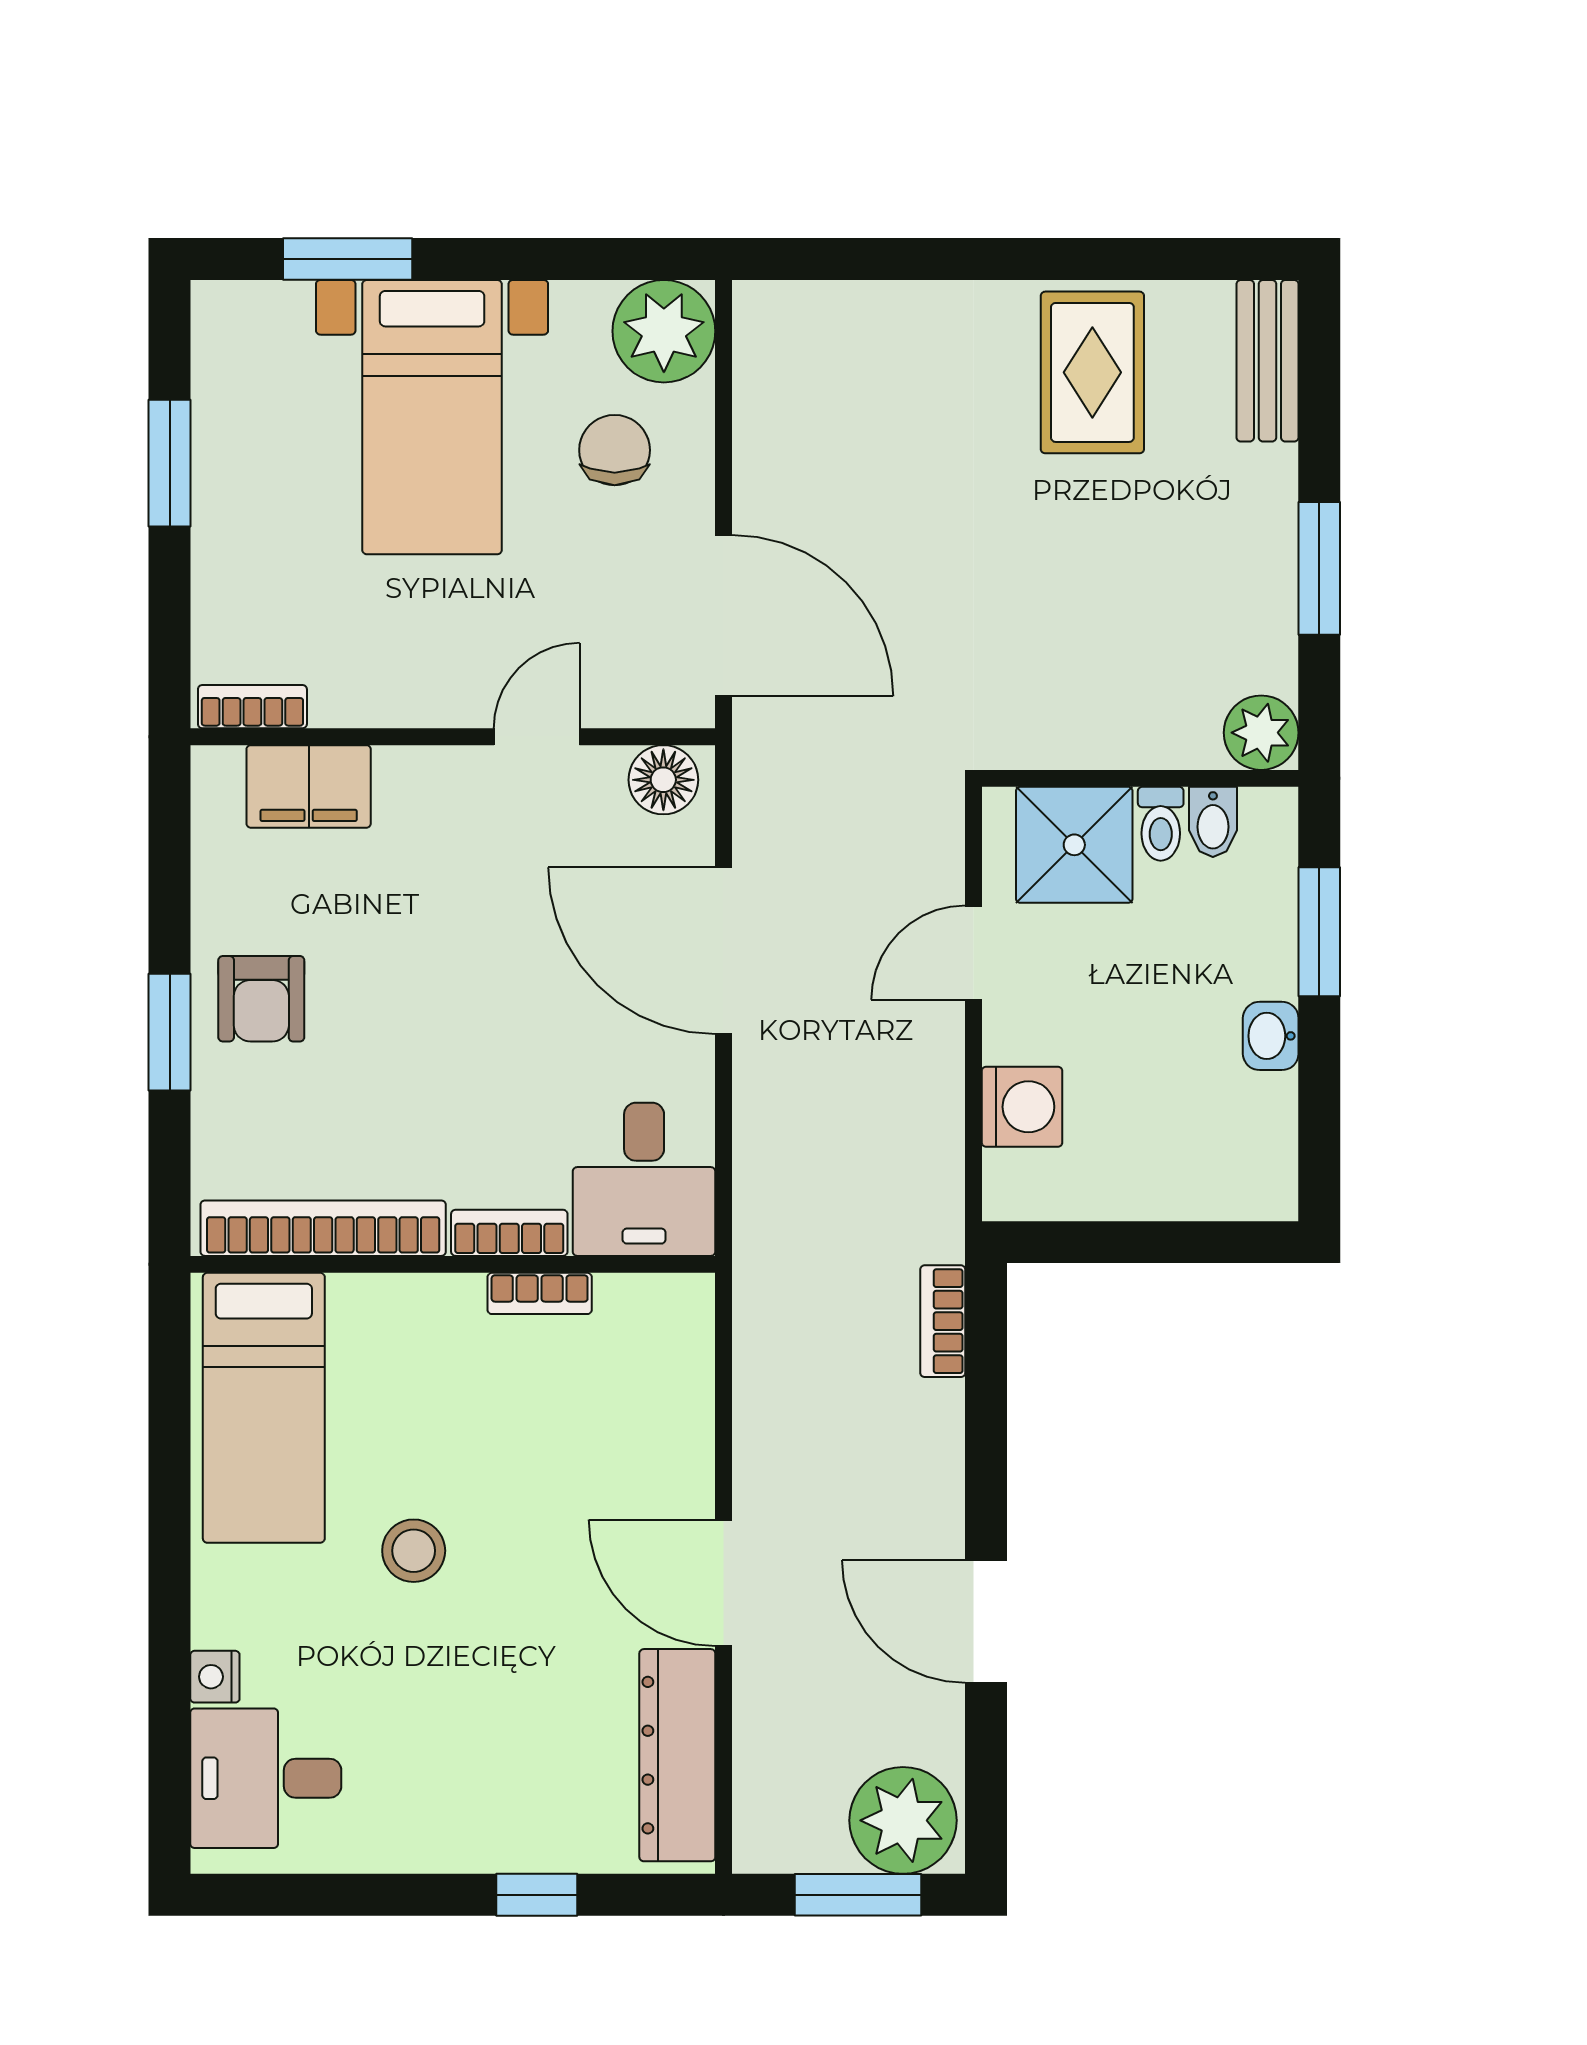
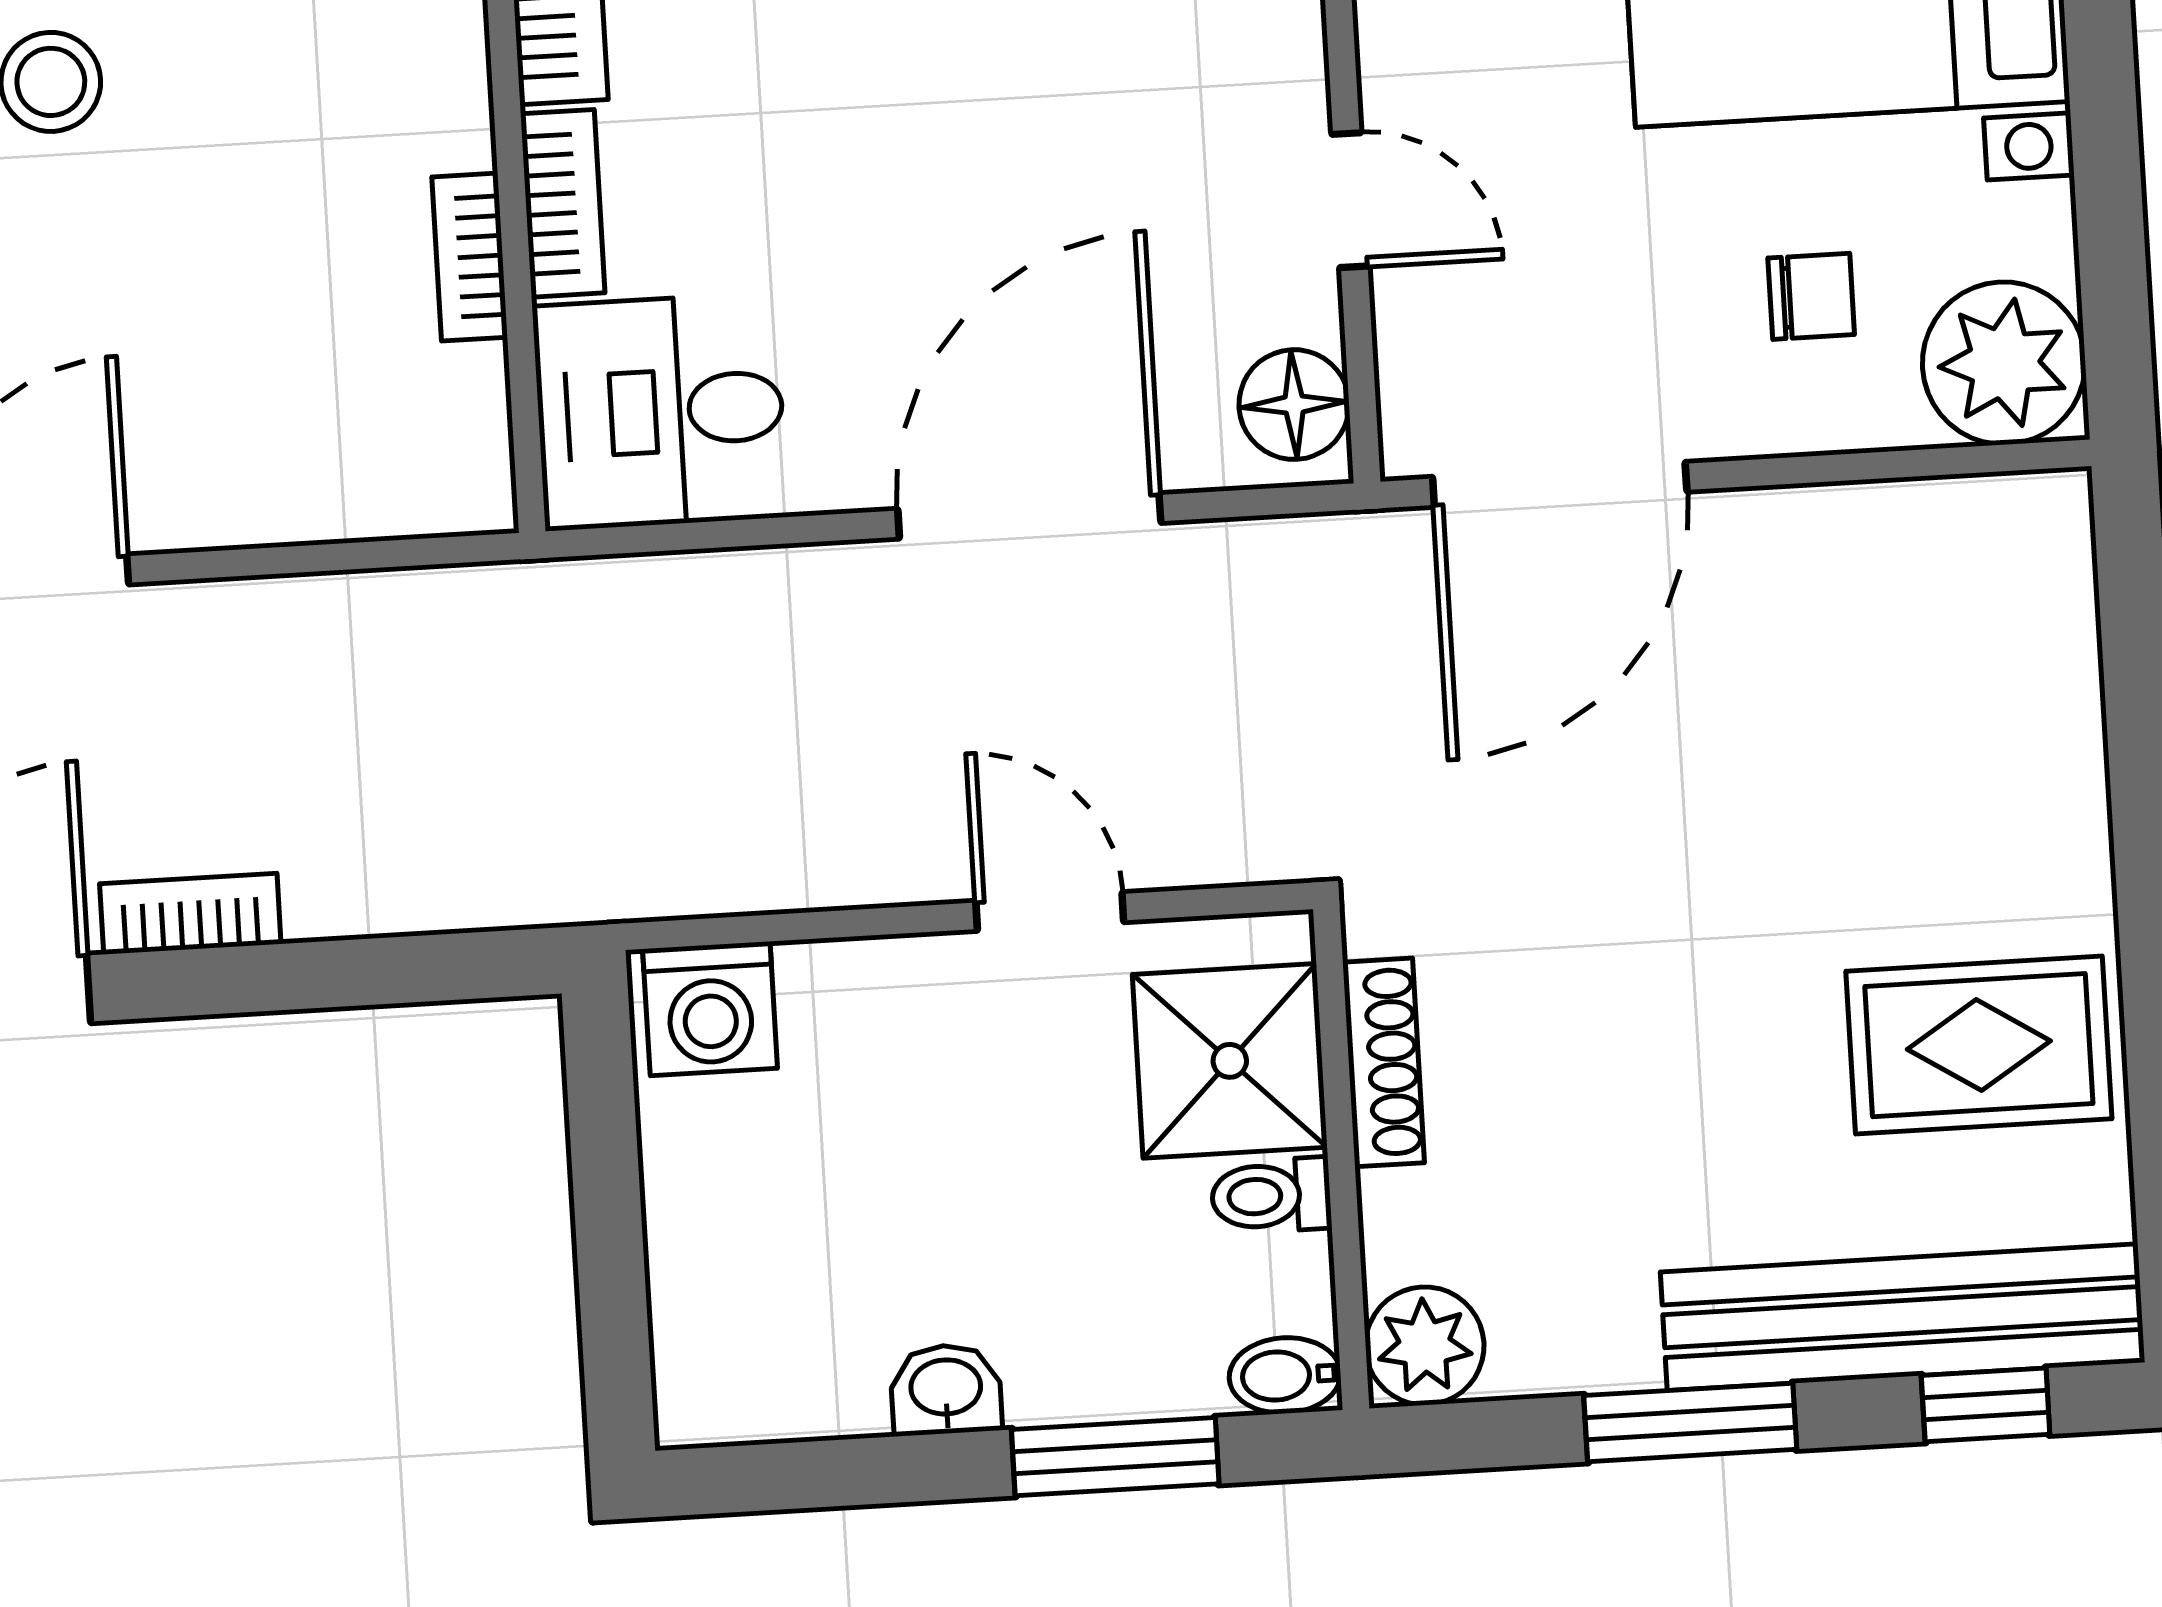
bench: (1268, 361) -> (1903, 1317), width x1.86, depth x1.21
window: (1319, 382) -> (1986, 1405), added
chair: (615, 450) -> (1811, 296), width x0.73, depth x0.73
shoe rack: (1081, 748) -> (1384, 1062), added
bidet: (1213, 822) -> (1285, 1375), moved
washing machine: (1022, 1107) -> (710, 1009), moved
bookcase: (943, 1321) -> (190, 914), moved

